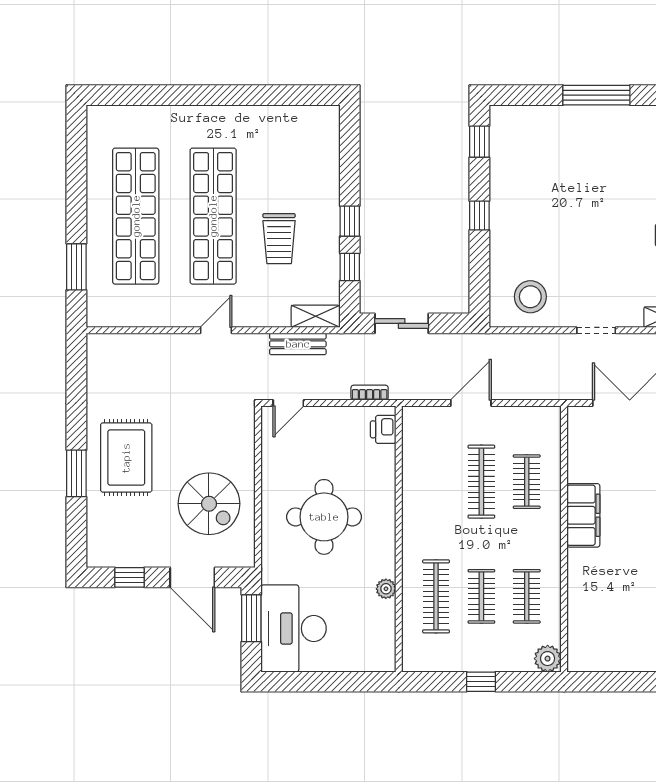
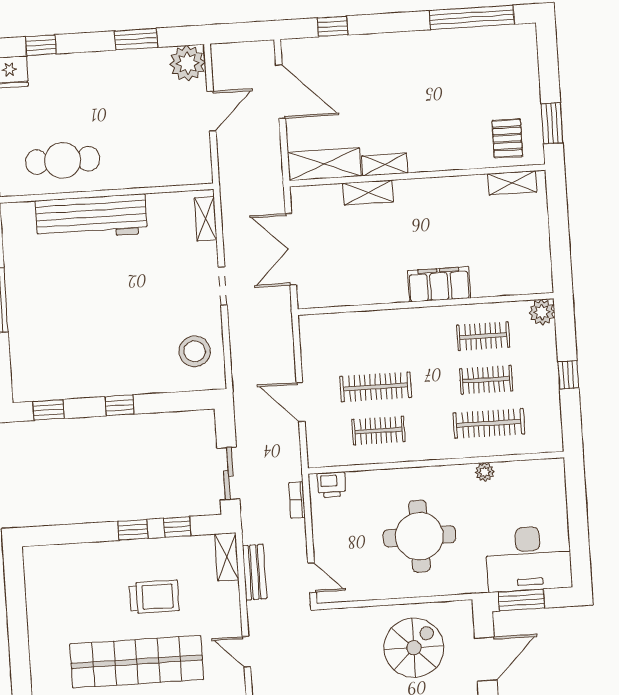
clothes rail: (527, 482) -> (378, 431), moved
filing cabinet: (583, 515) -> (439, 284), moved

